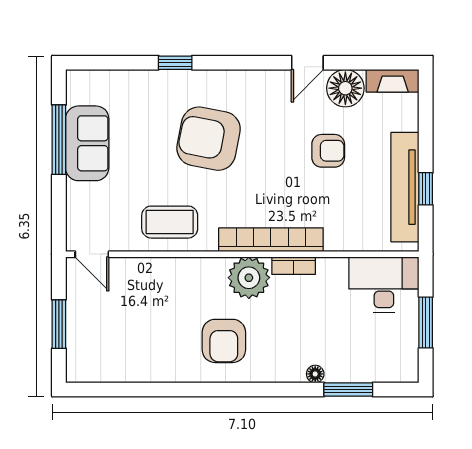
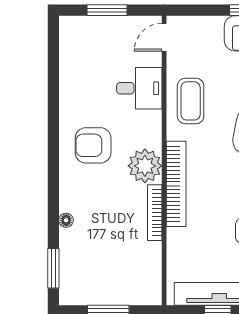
bookcase: (294, 266) -> (155, 213), width x1.56
desk: (384, 285) -> (139, 88), moved, width x0.73
window: (348, 389) -> (53, 268), moved

